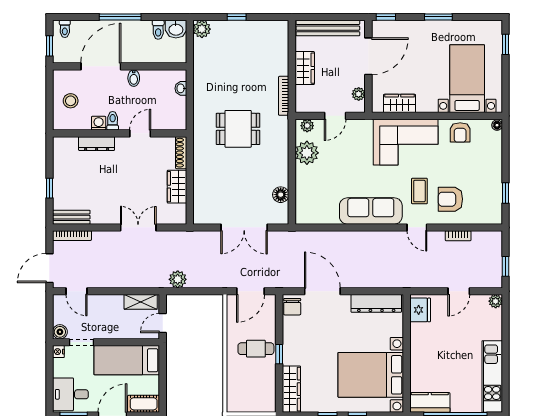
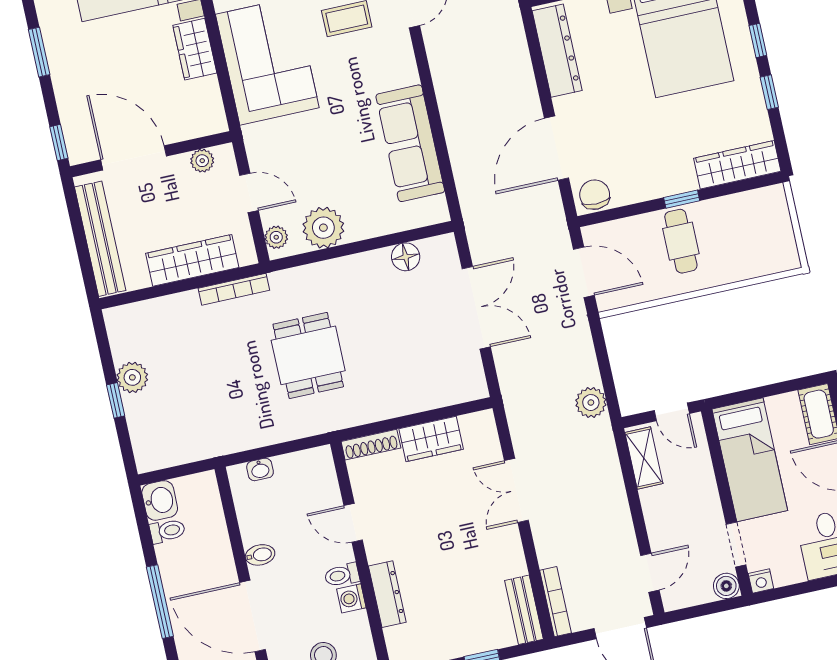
plant: (202, 29) -> (132, 377), moved
wardrobe: (305, 68) -> (192, 260), width x1.50
wardrobe: (400, 103) -> (195, 49), moved
sofa: (371, 211) -> (410, 143), moved
chair: (292, 307) -> (595, 195), turned -90

